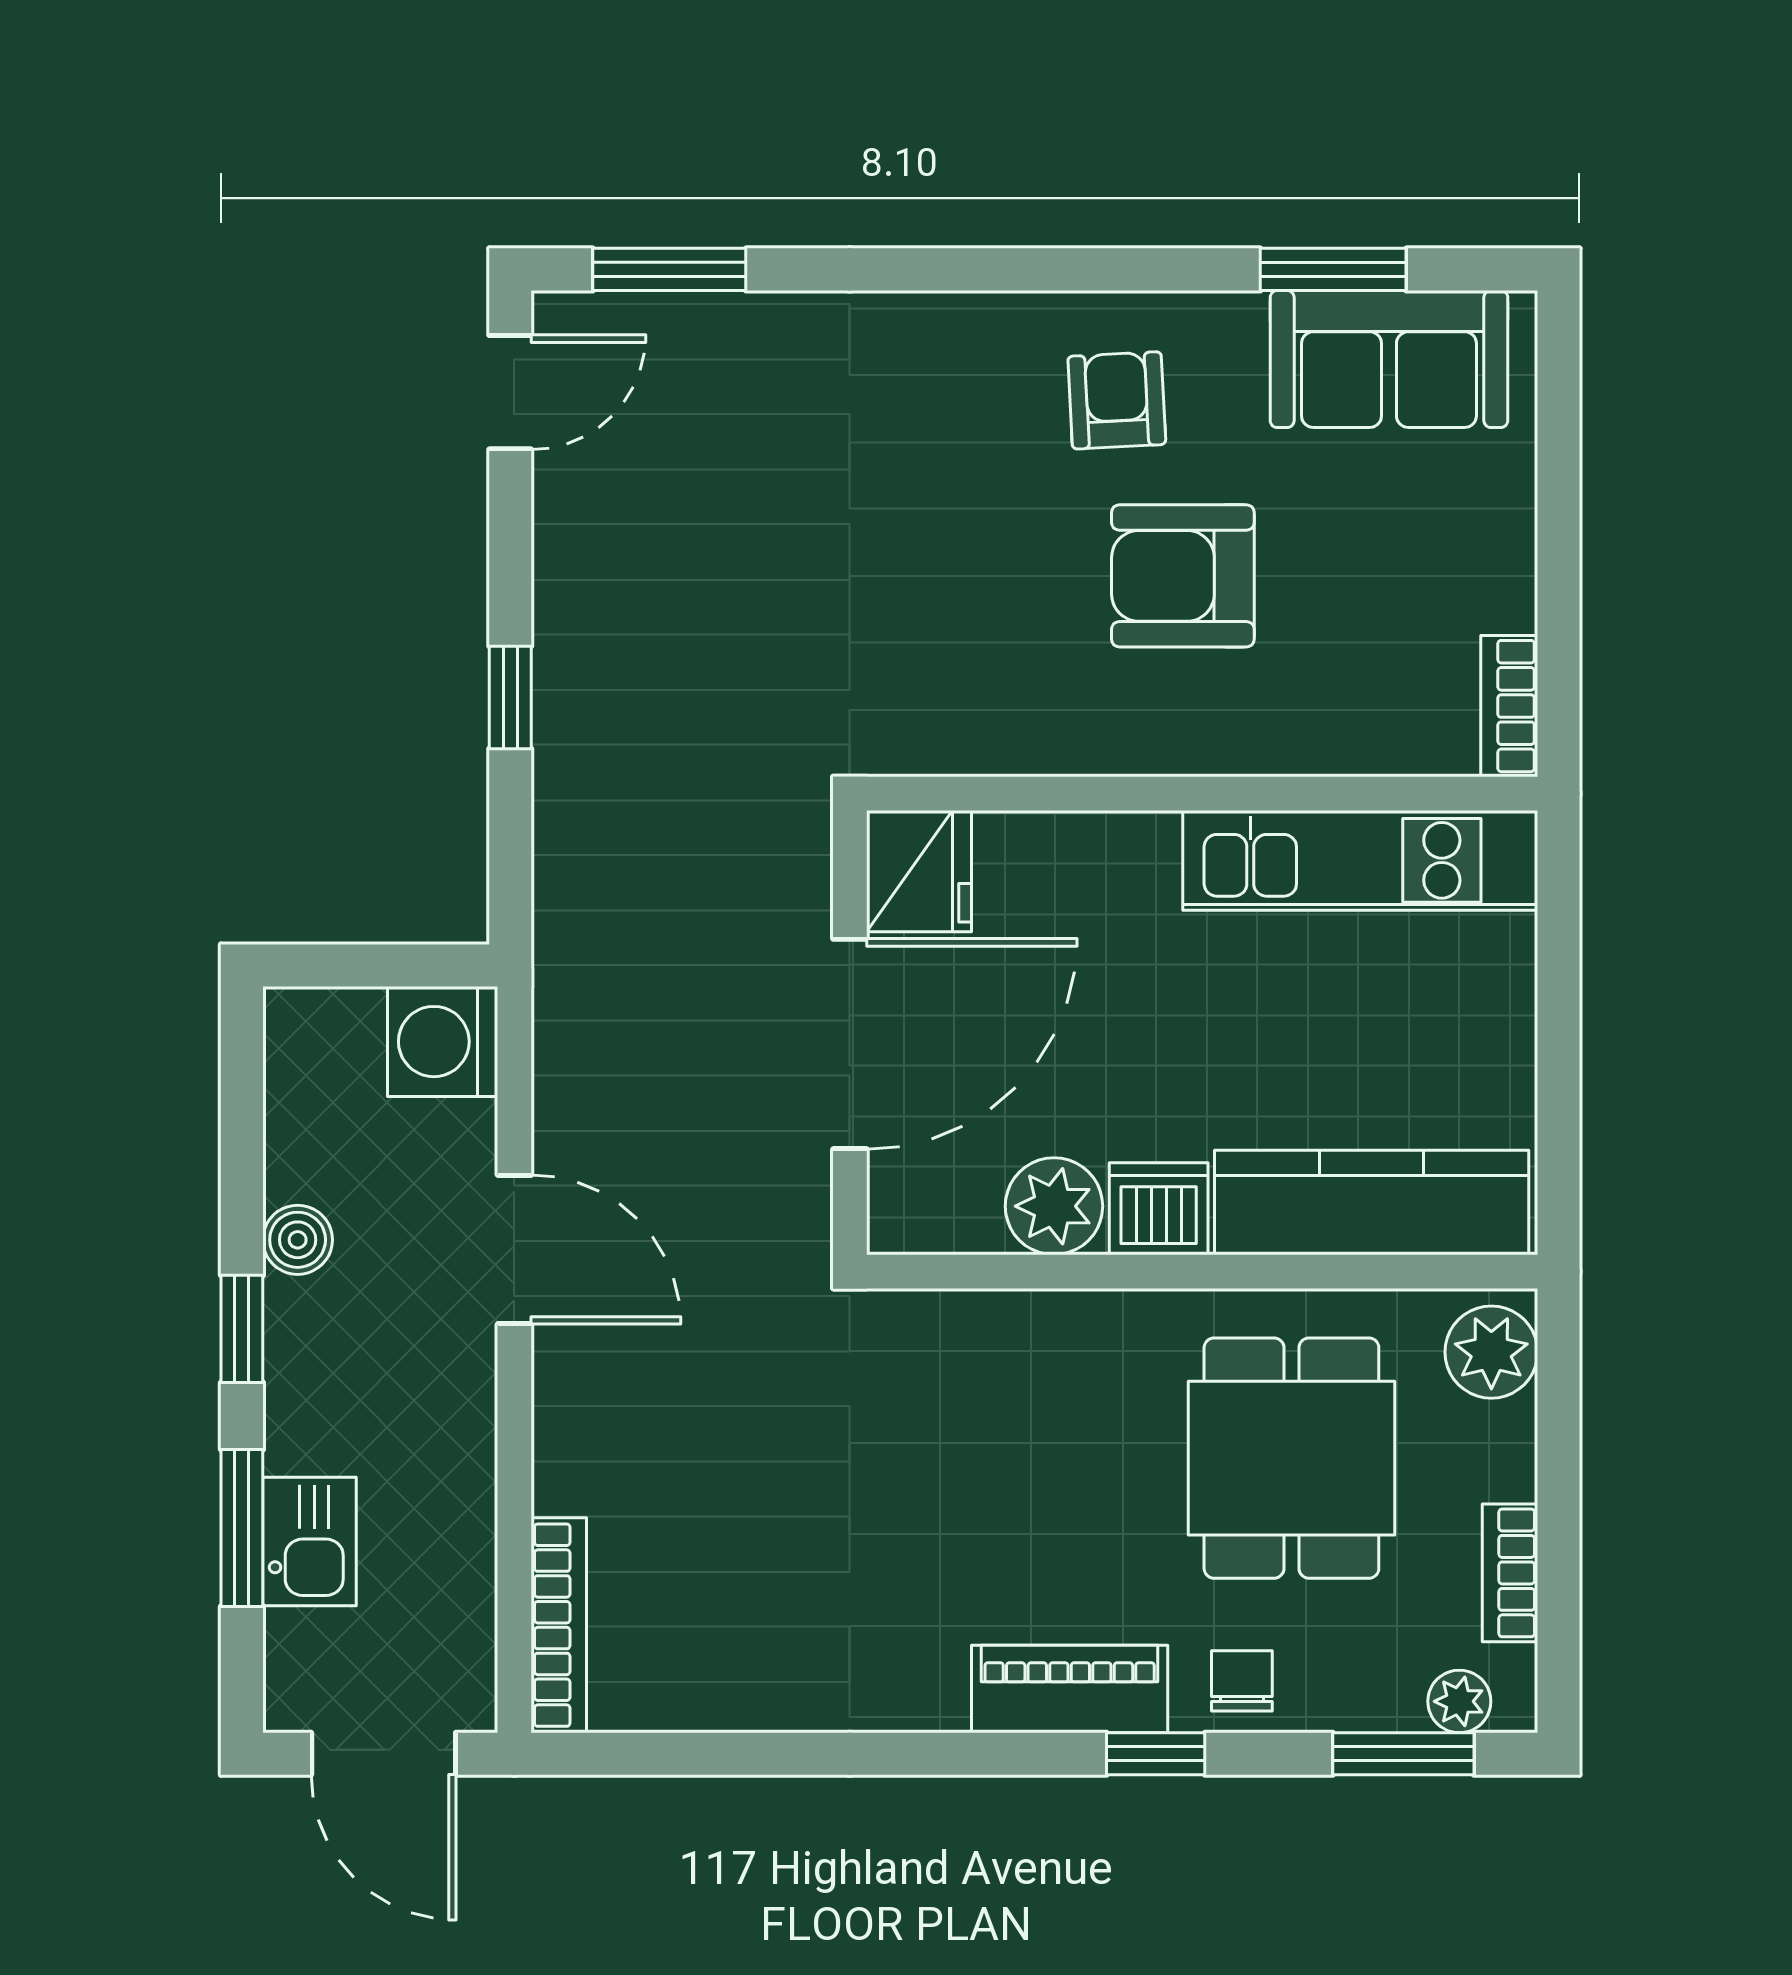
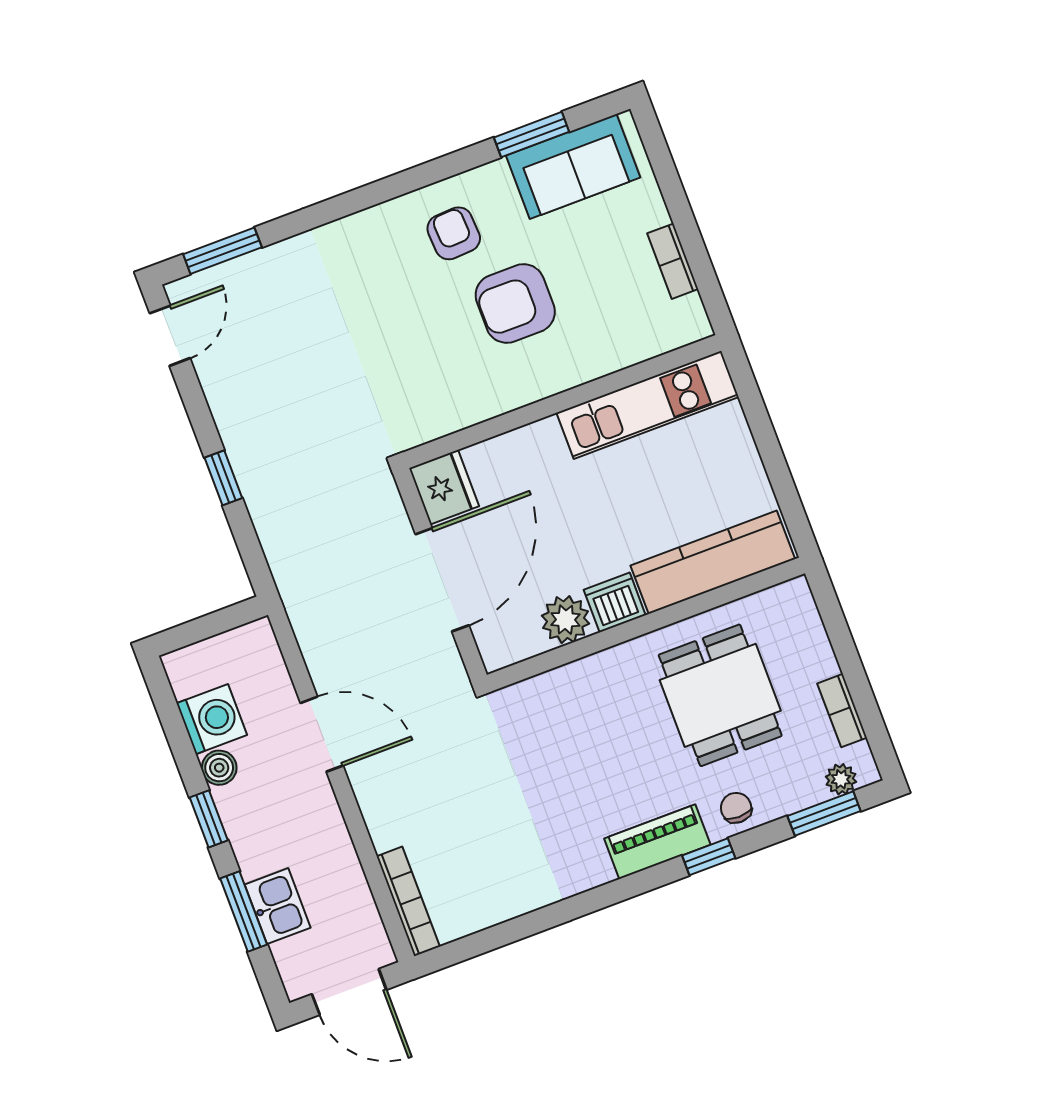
bookcase: (1509, 706) -> (673, 261), moved
washing machine: (443, 1042) -> (212, 719), moved, turned 180
plant: (1491, 1352) -> (795, 611), removed

